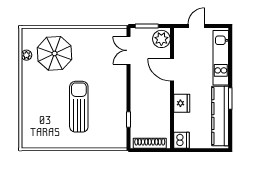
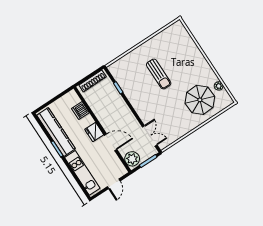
fridge: (182, 103) -> (94, 132), moved
sun lounger: (79, 107) -> (159, 74), width x0.73, depth x0.75
dishwasher: (181, 140) -> (80, 111), moved

